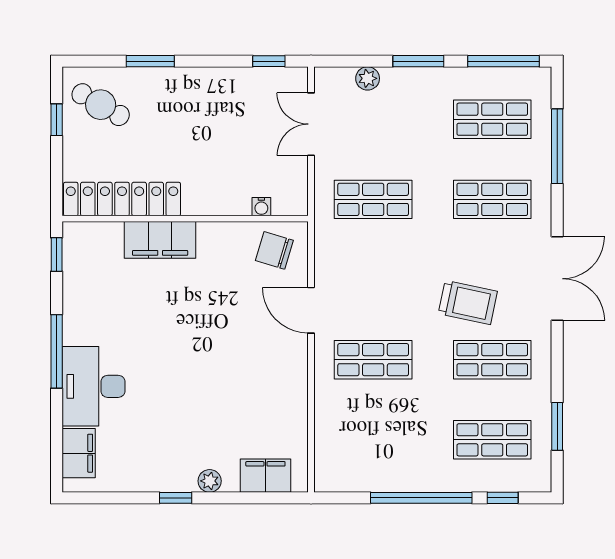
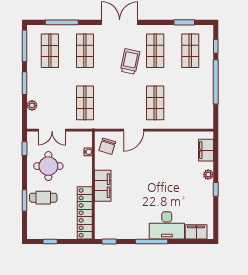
cafe table: (101, 105) -> (43, 198), moved, turned 60
round table: (229, 116) -> (48, 166), added
filing cabinet: (160, 240) -> (103, 186), moved

